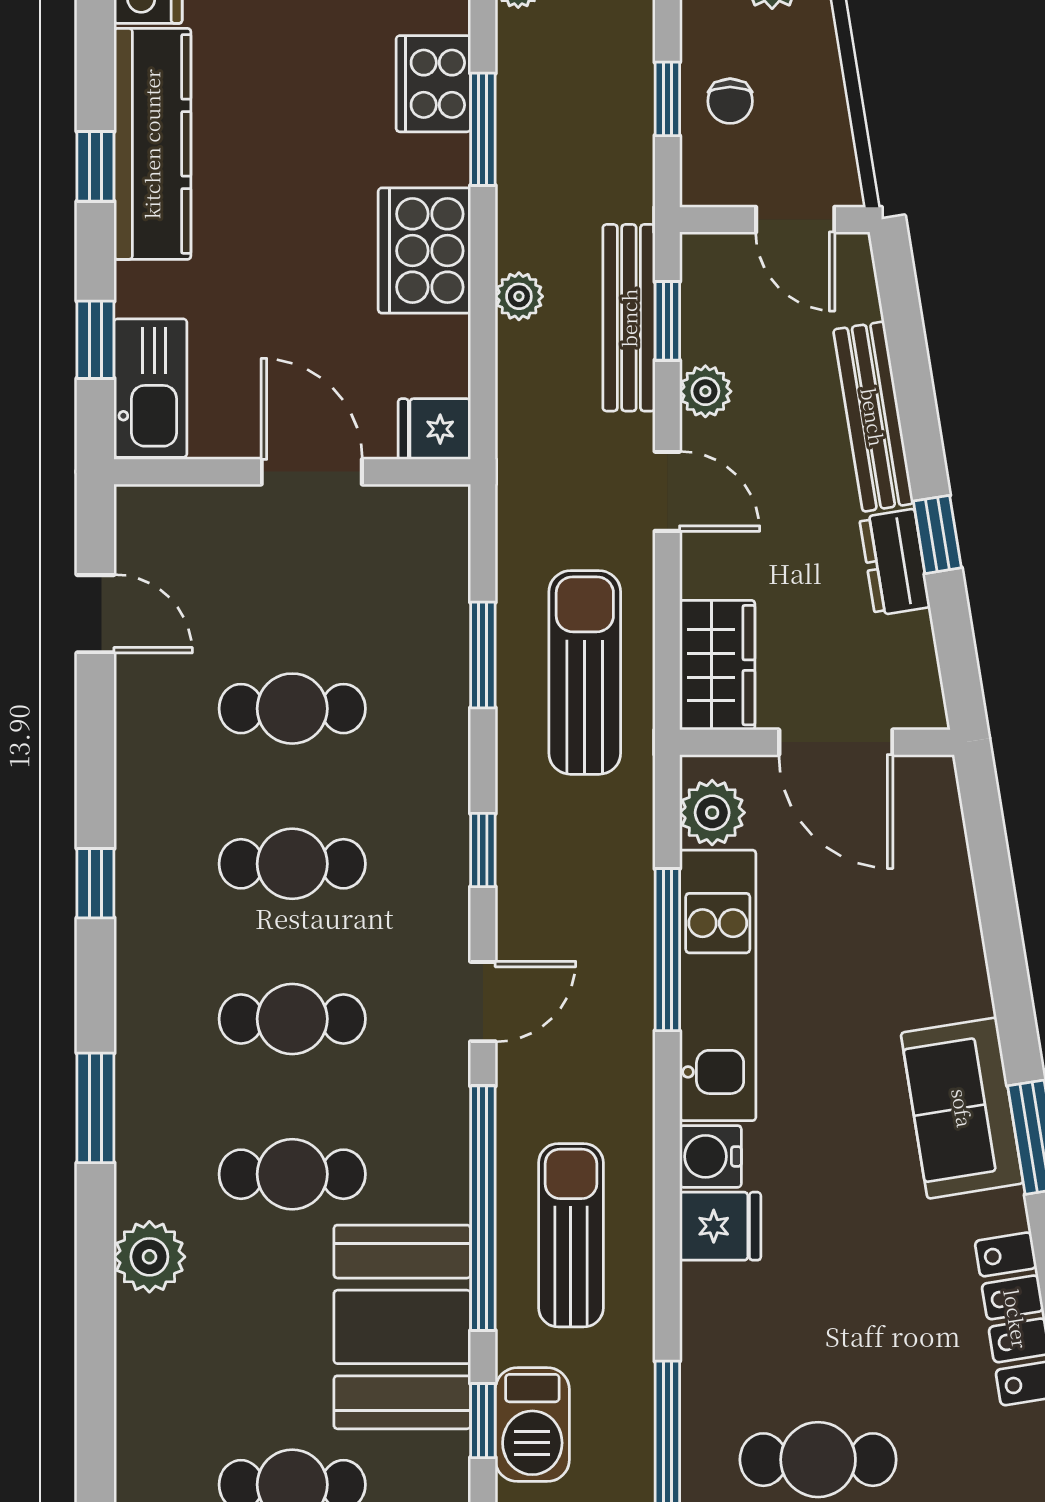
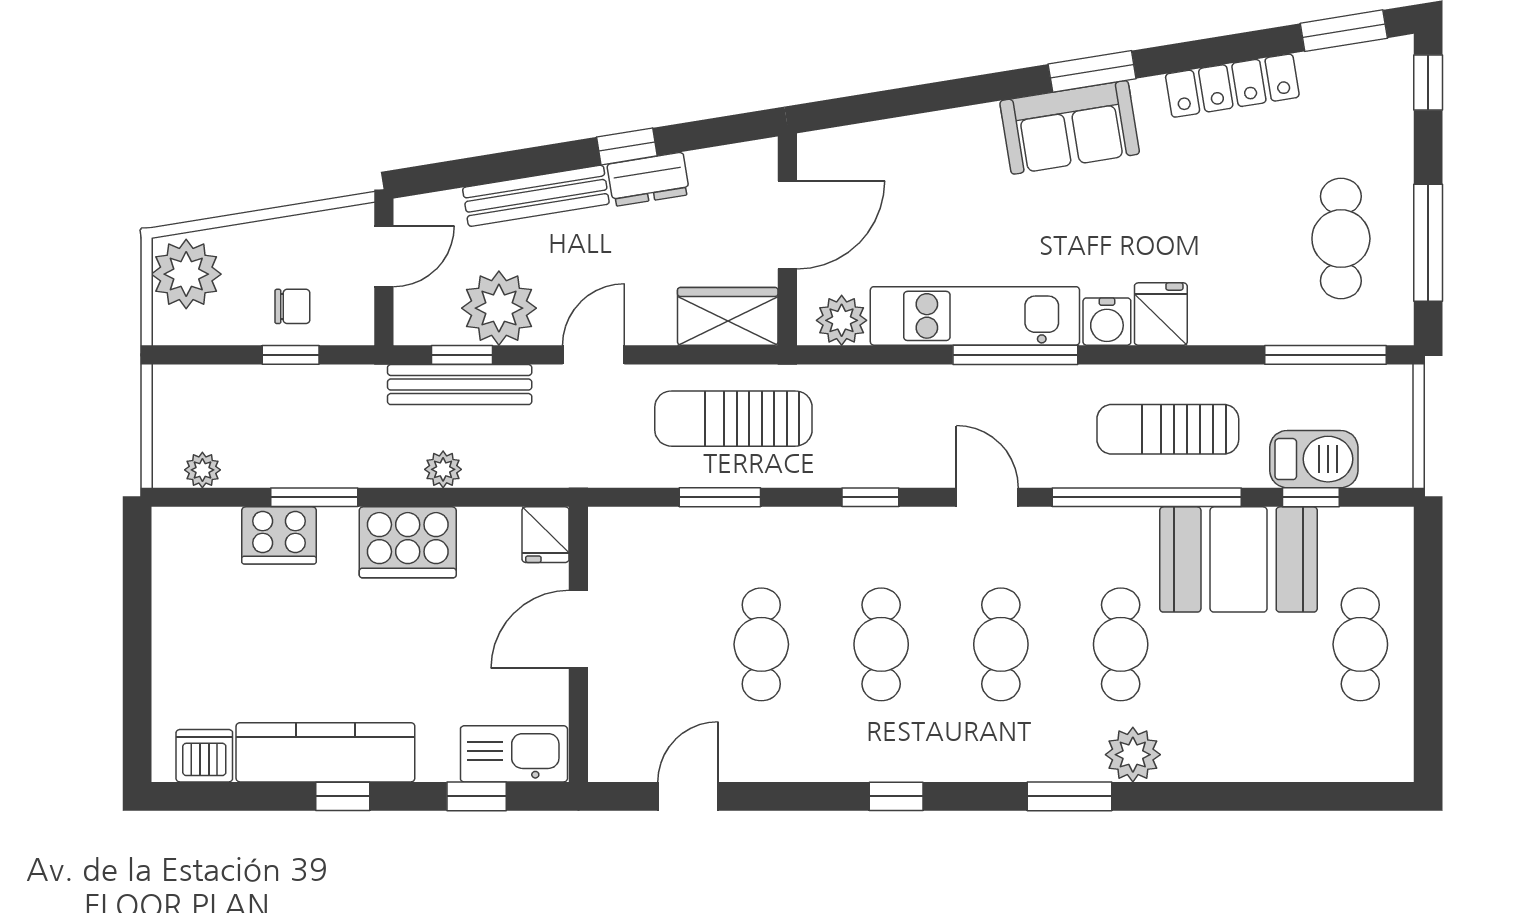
plant: (705, 391) -> (499, 308), width x1.87, depth x1.87
window: (667, 950) -> (1015, 355), moved
plant: (149, 1257) -> (1133, 755), moved

